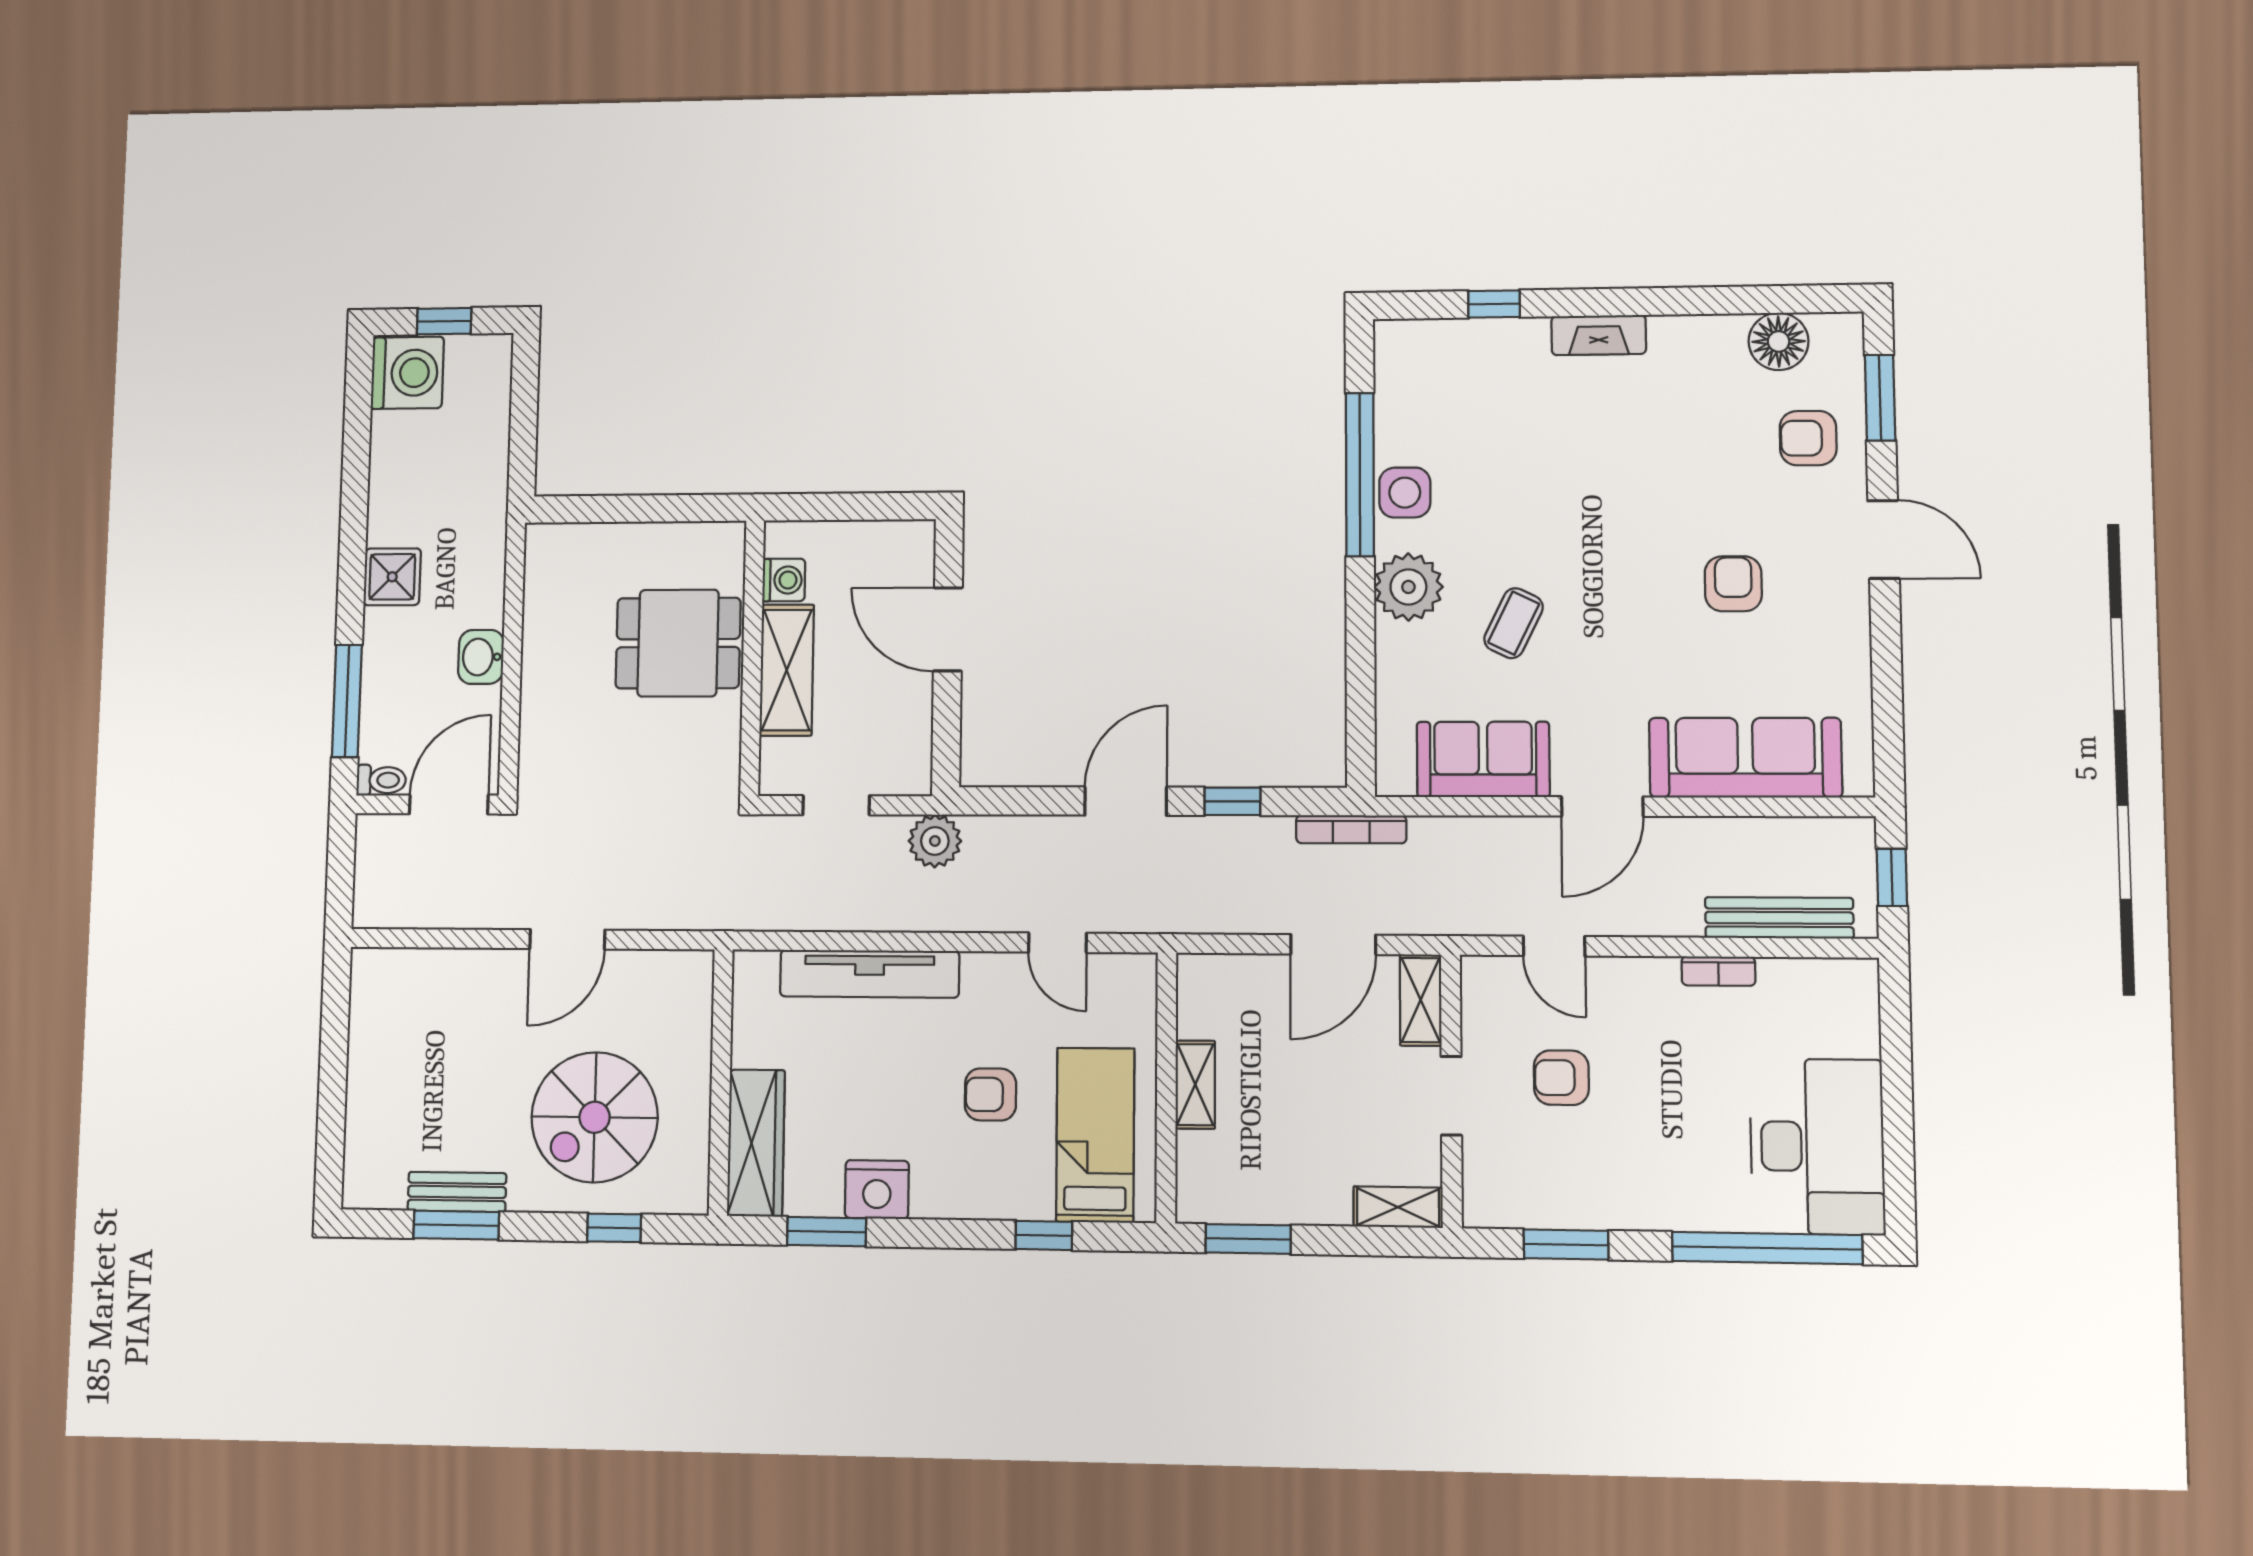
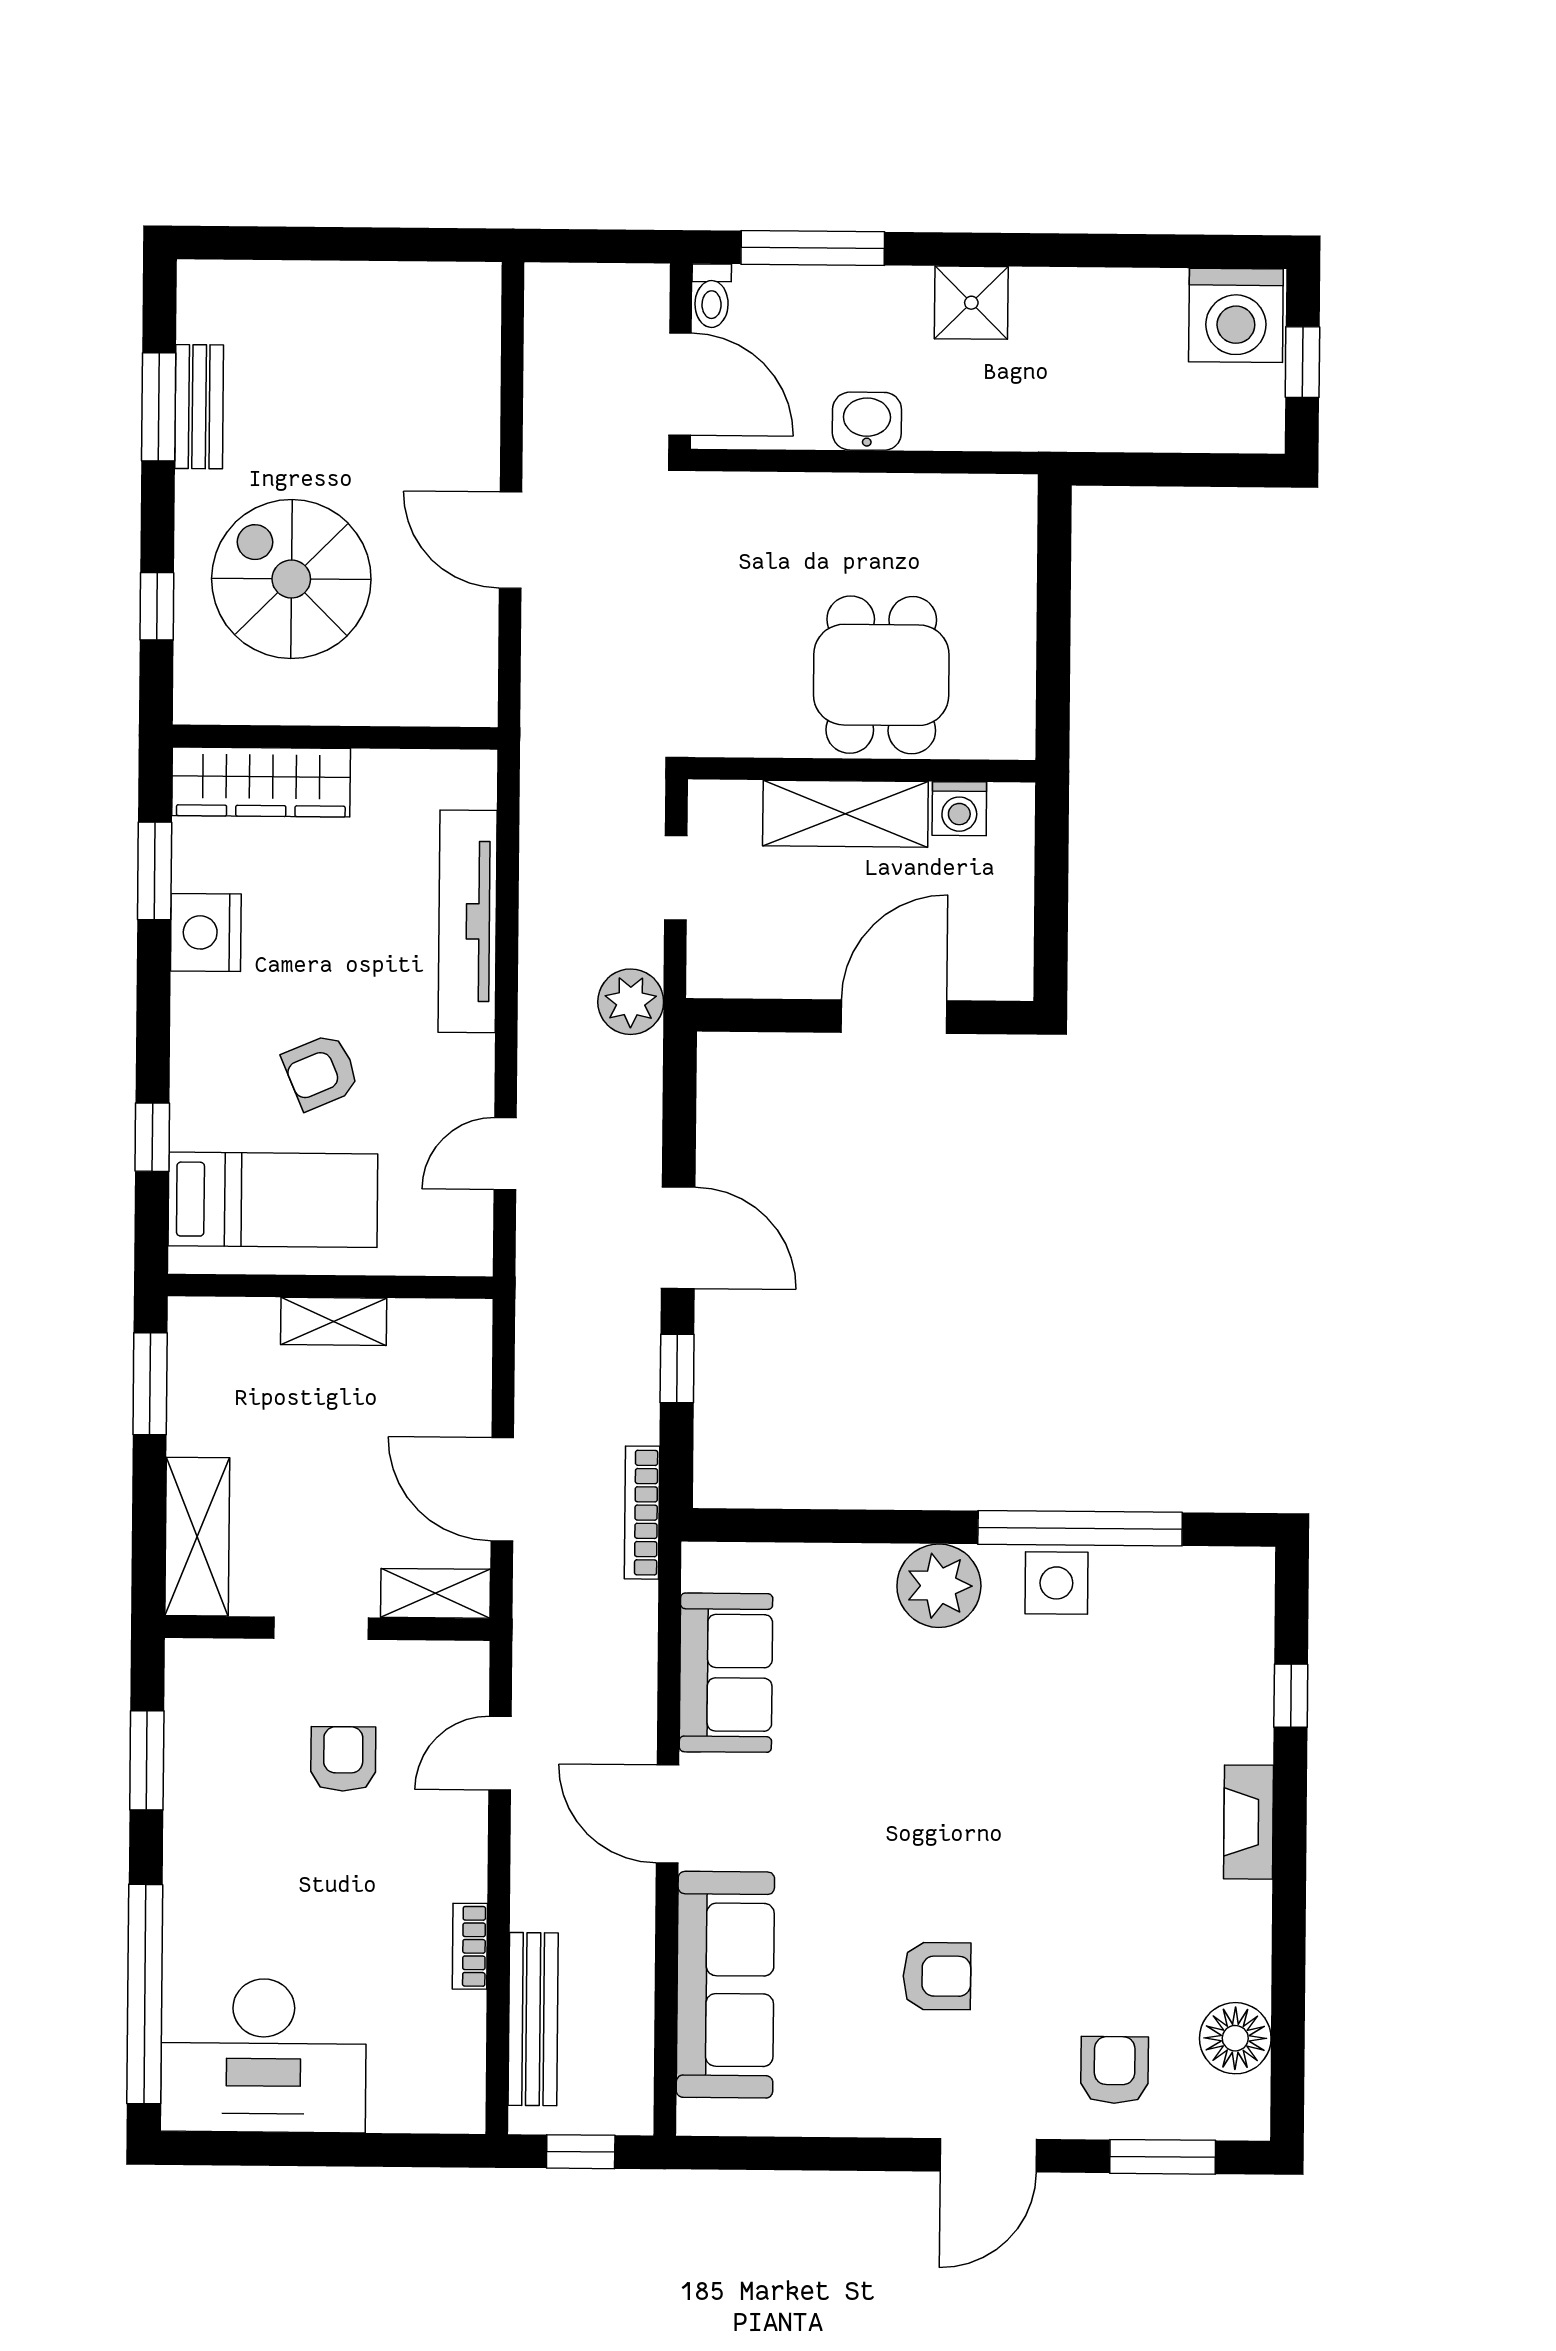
coffee table: (1514, 623) -> (892, 1712), removed
armchair: (990, 1094) -> (321, 1072), turned -113
shelving: (1398, 1207) -> (197, 1537), width x1.50, depth x1.33

